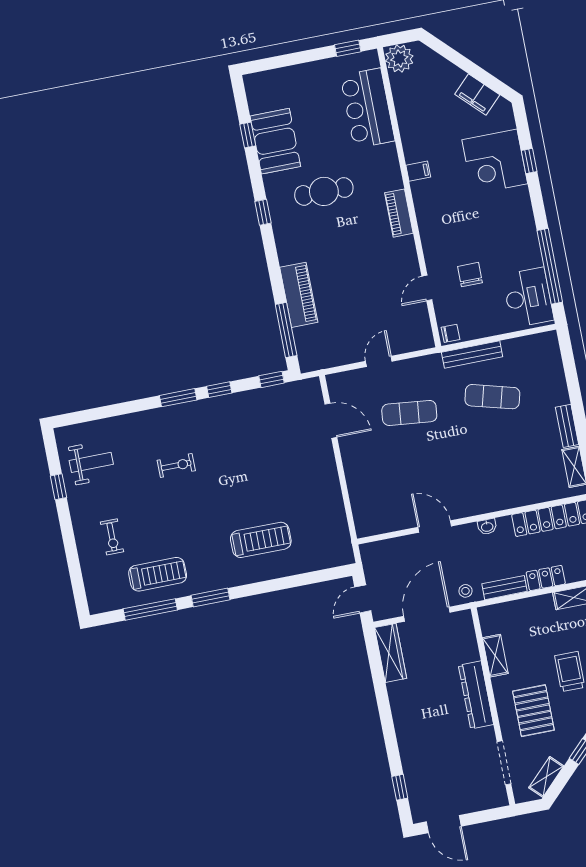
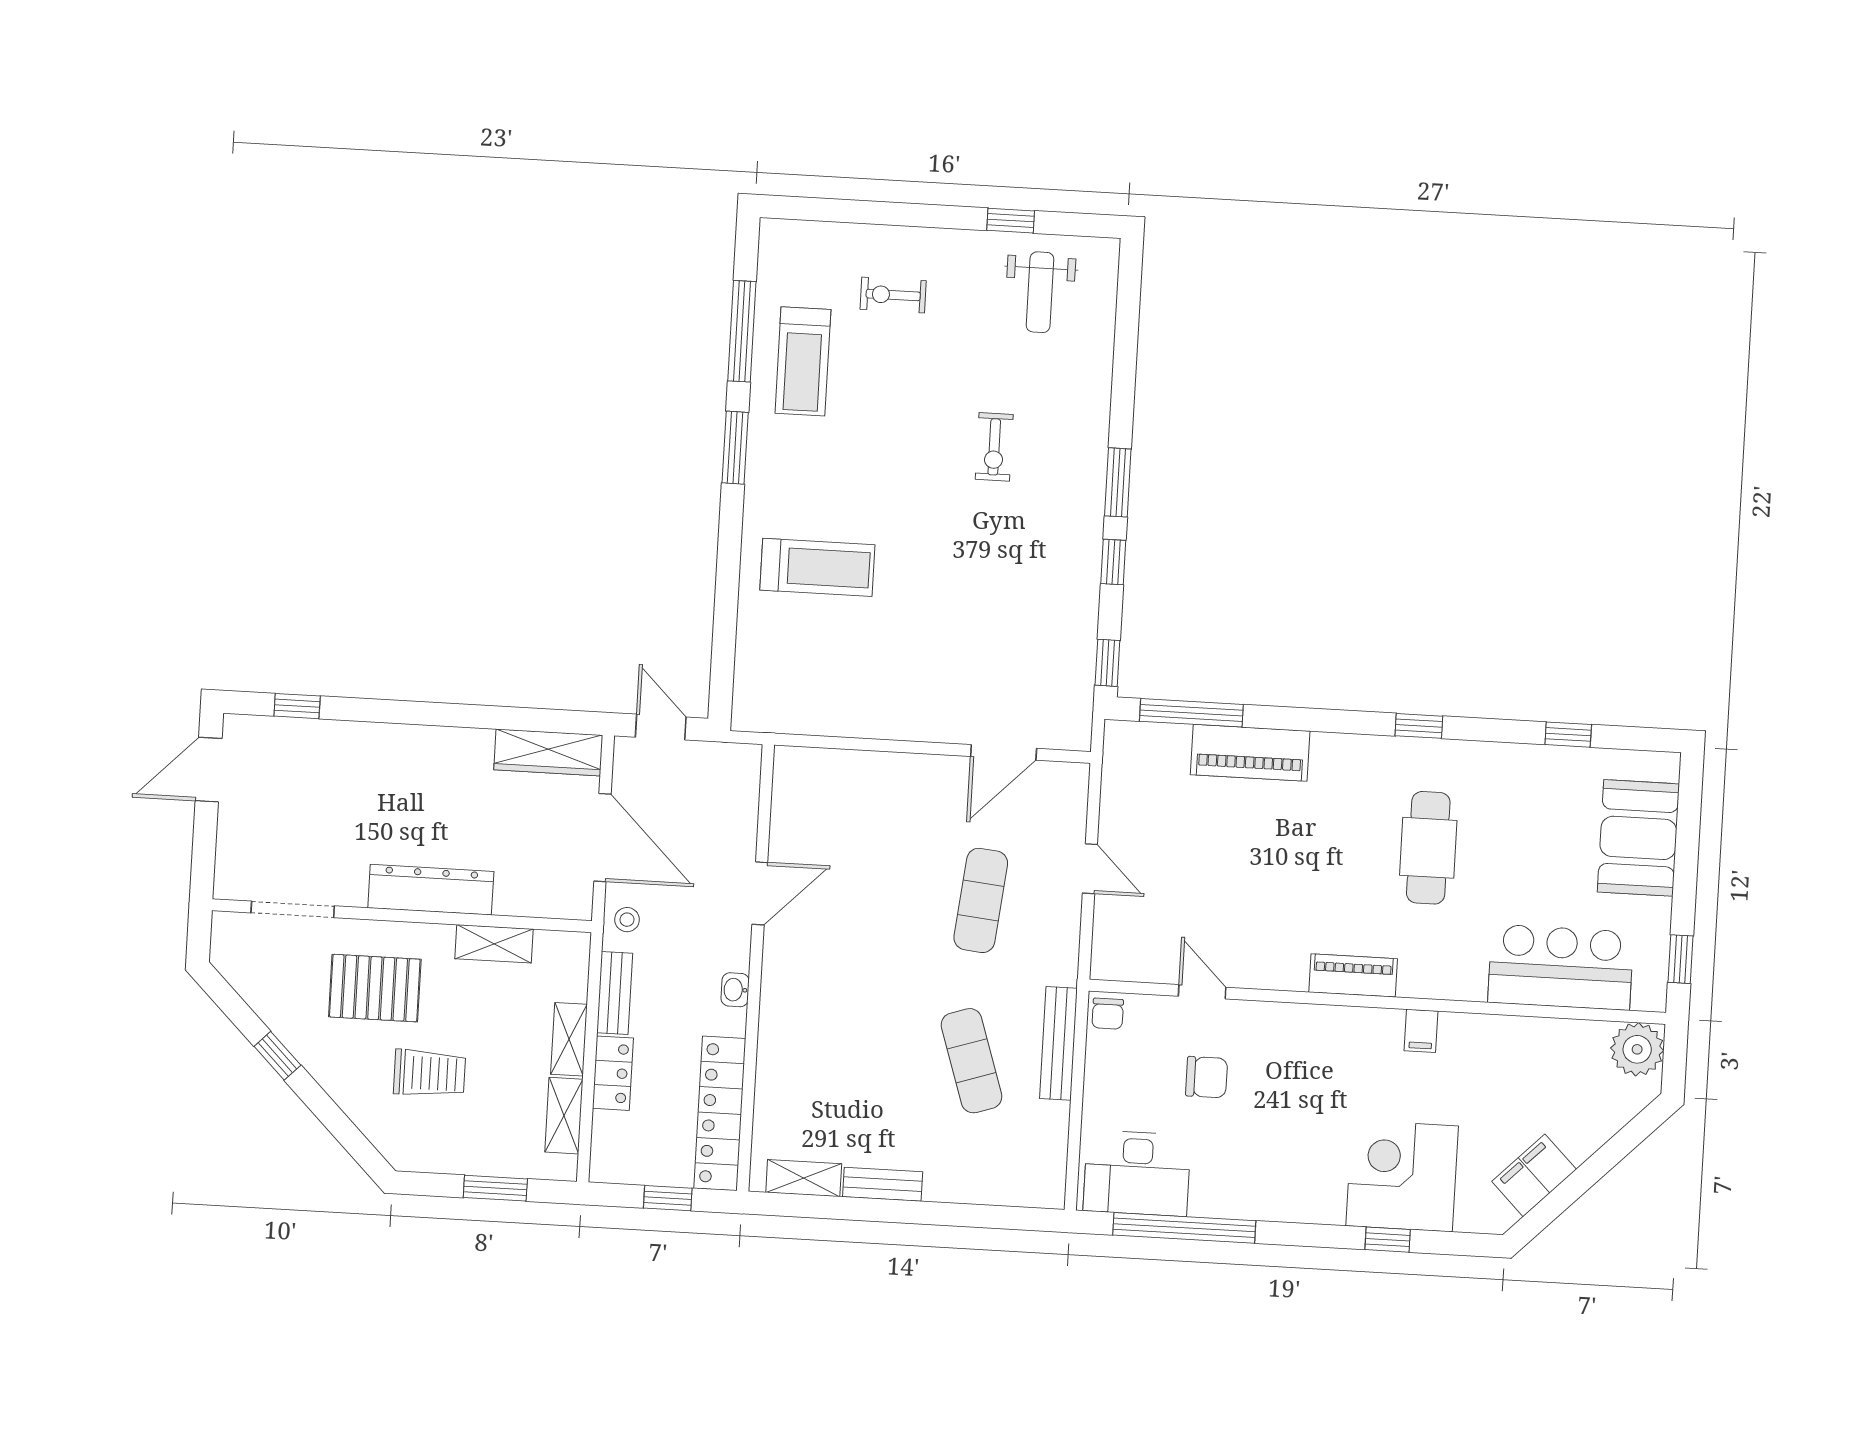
booth: (275, 141) -> (1638, 838), moved, turned 90
exercise mat: (492, 397) -> (972, 1061), turned -33
treadmill: (261, 540) -> (817, 567), turned -90
shelving: (546, 777) -> (569, 1039), moved, turned 45

